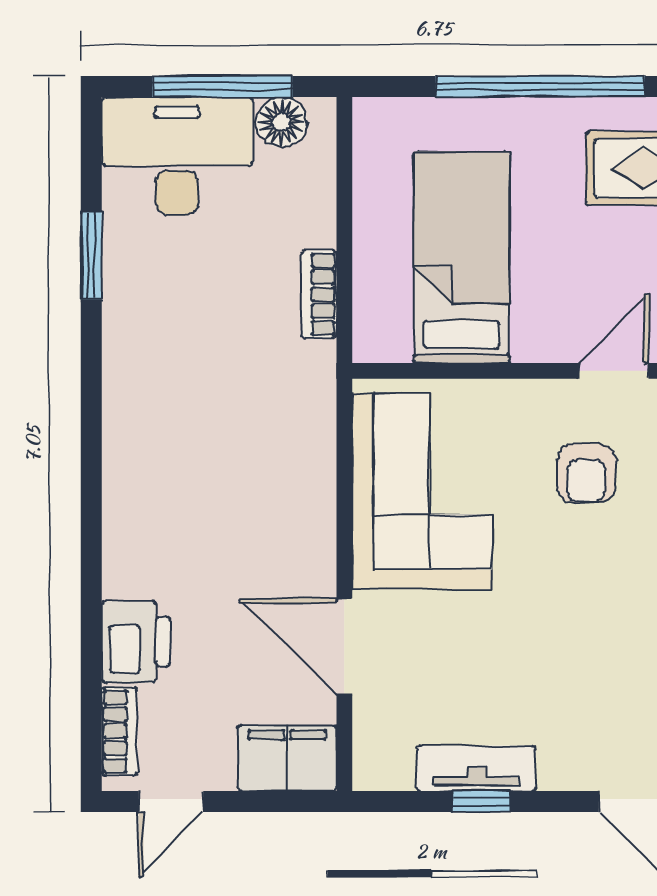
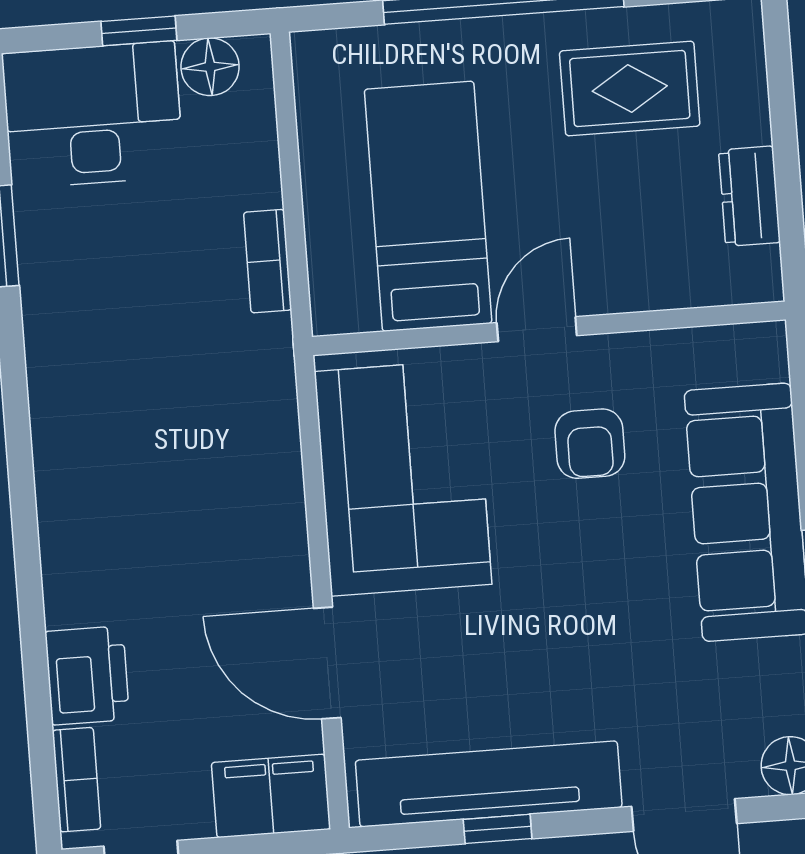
window: (222, 86) -> (139, 31), width x0.46
door: (614, 371) -> (537, 329), moved
tv unit: (476, 768) -> (489, 784), width x1.92, depth x1.29

